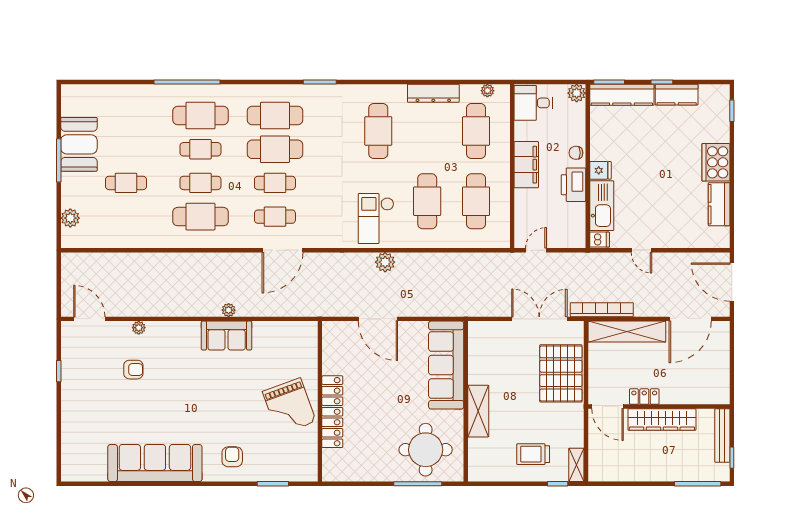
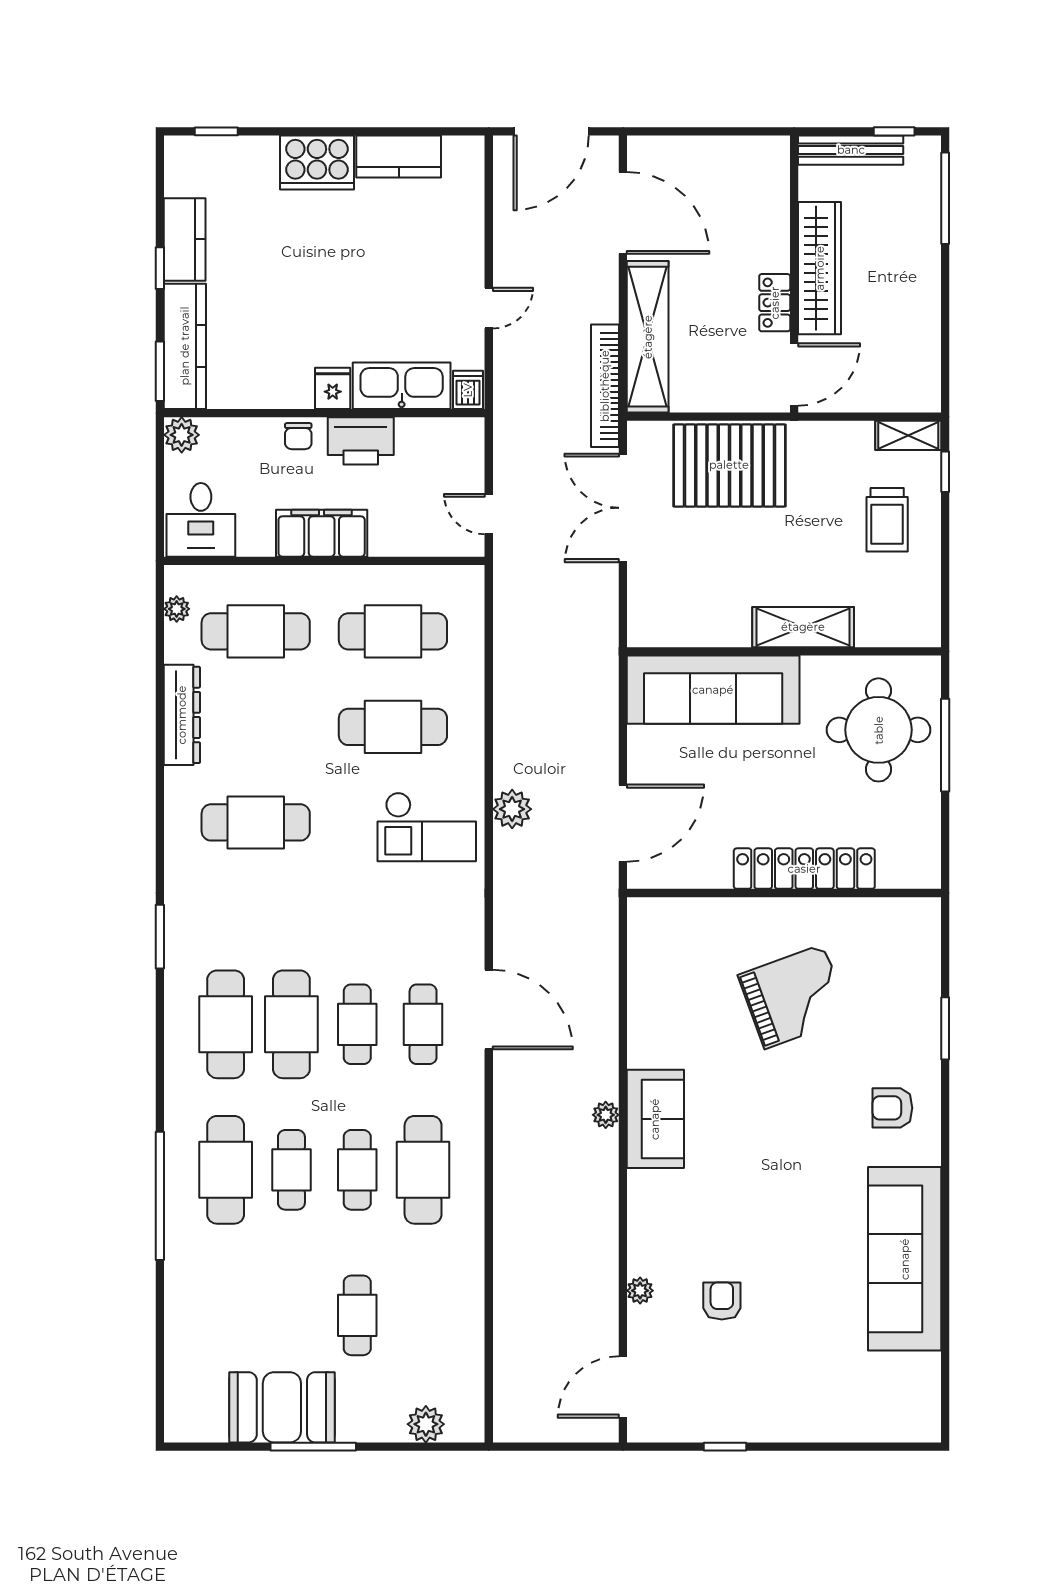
wall: (320, 401) -> (784, 893), moved
locker: (332, 412) -> (804, 869), moved

